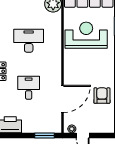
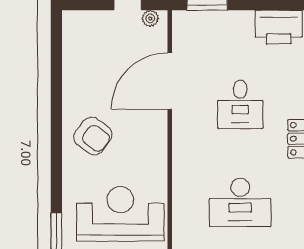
reception desk: (86, 35) -> (120, 214), turned 180
armchair: (102, 96) -> (93, 136), moved, turned -53

